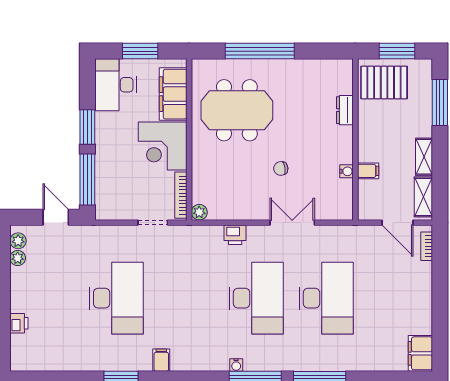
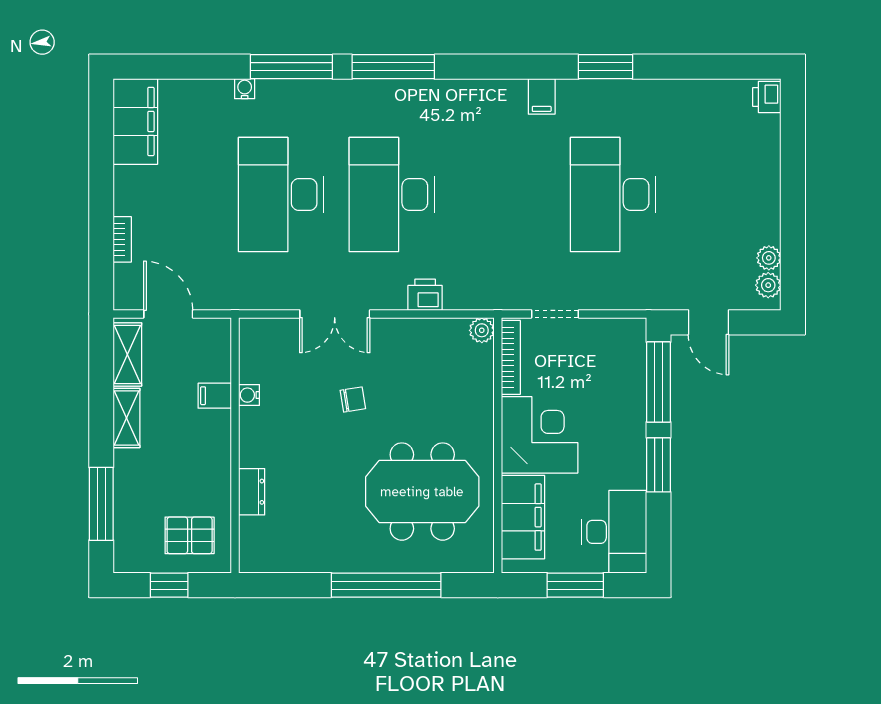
window: (397, 51) -> (169, 585), width x0.67
pallet: (384, 83) -> (190, 535), width x0.67, depth x0.71
bookcase: (427, 246) -> (122, 239), moved
printer: (19, 323) -> (767, 97), moved
filing cabinet: (420, 353) -> (135, 121), width x1.50, depth x1.17
water cooler: (236, 365) -> (245, 89), moved

